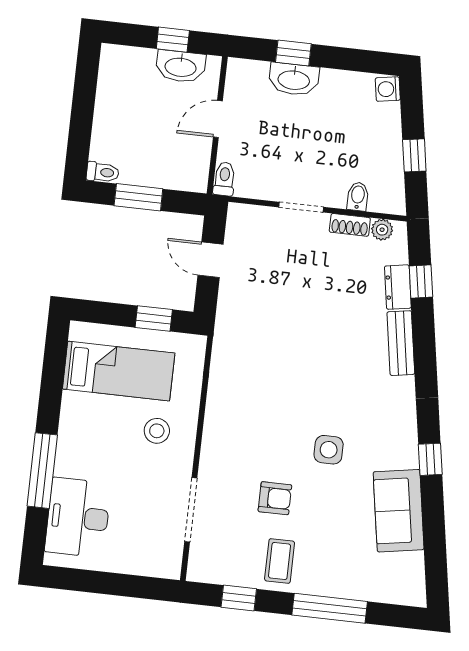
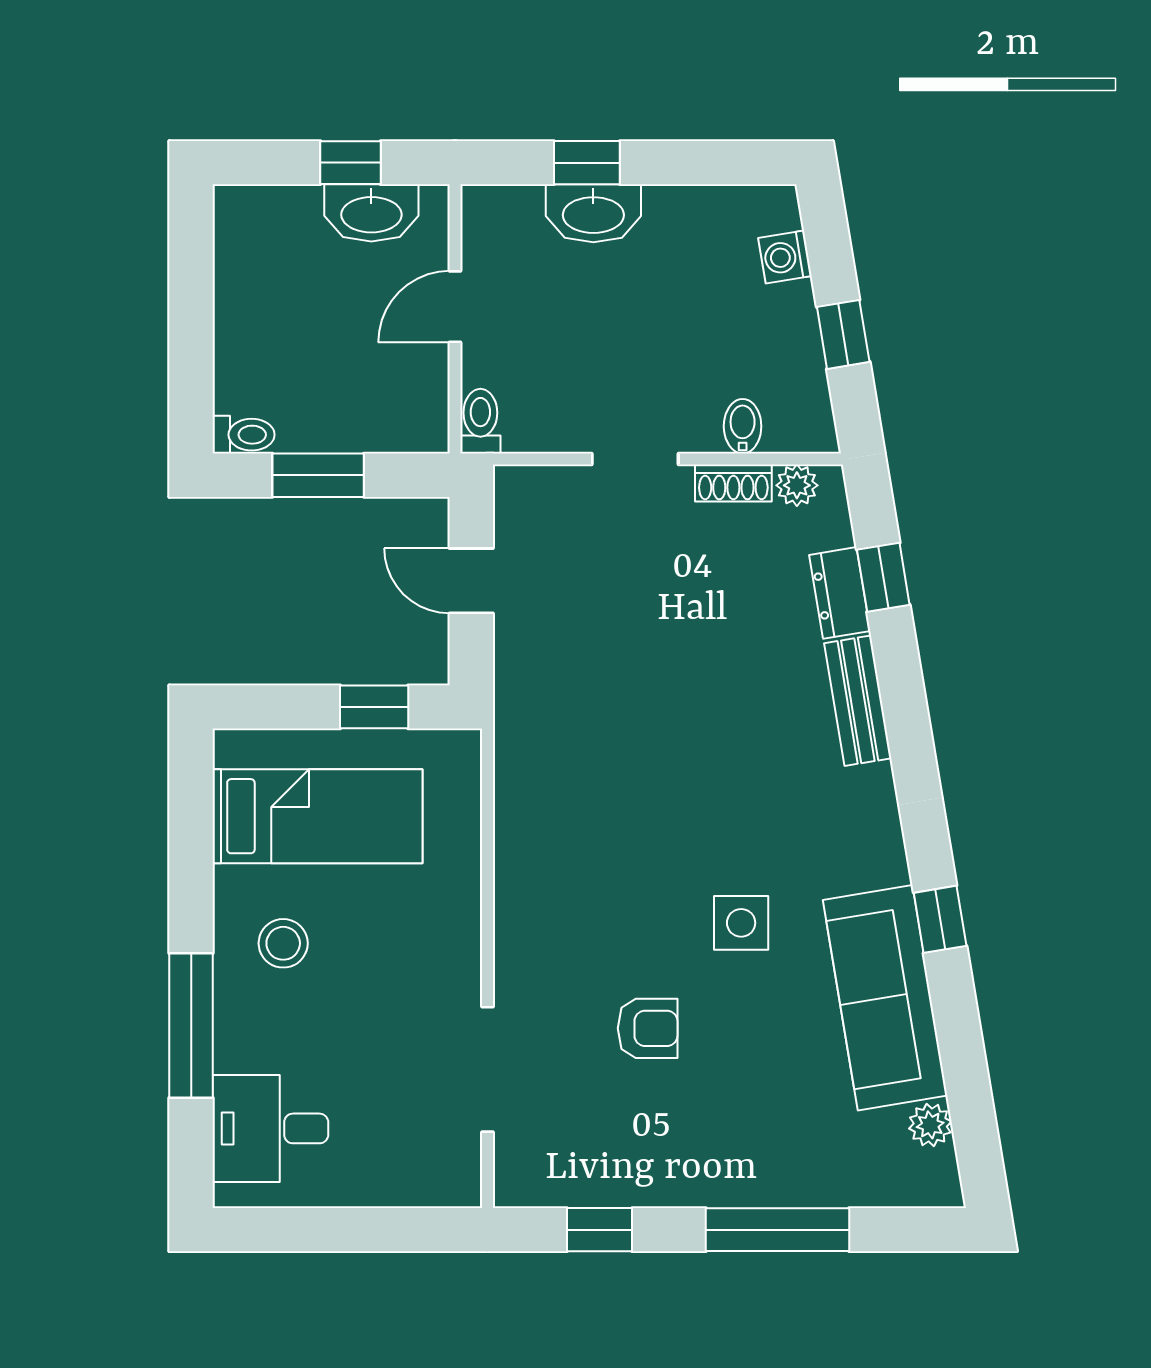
washing machine: (388, 89) -> (785, 257), moved
stool: (157, 431) -> (283, 943), moved
sofa: (399, 511) -> (885, 998), width x1.36
desk: (78, 517) -> (270, 1128), width x0.73
coffee table: (280, 561) -> (670, 1149), removed
plant: (413, 564) -> (930, 1125), added

